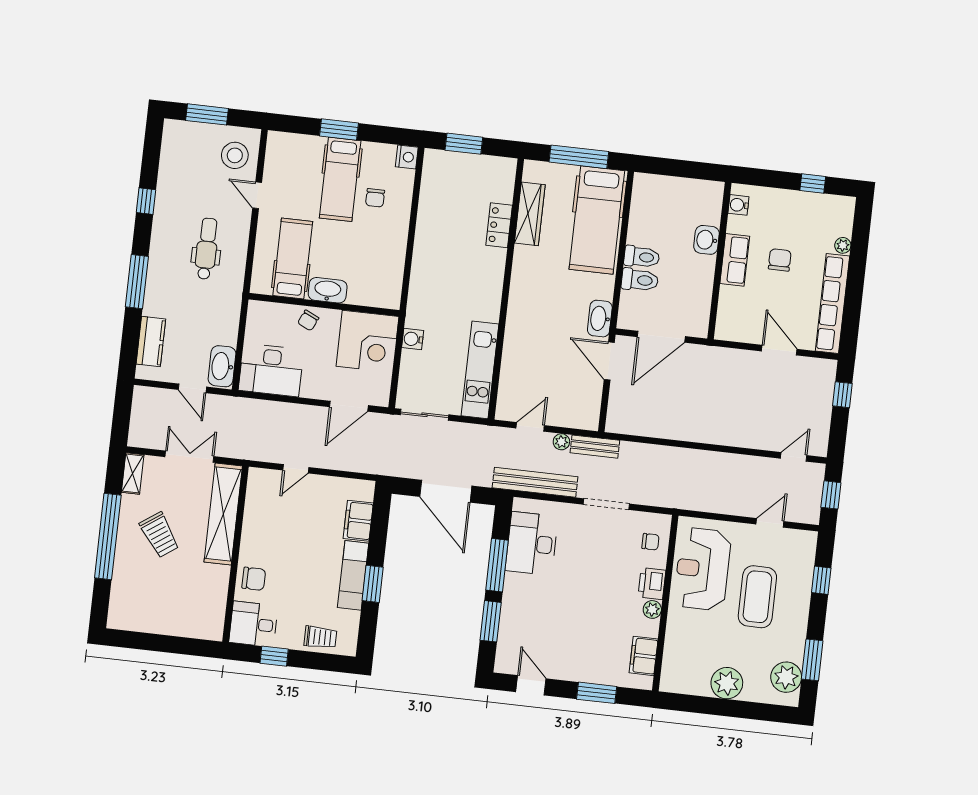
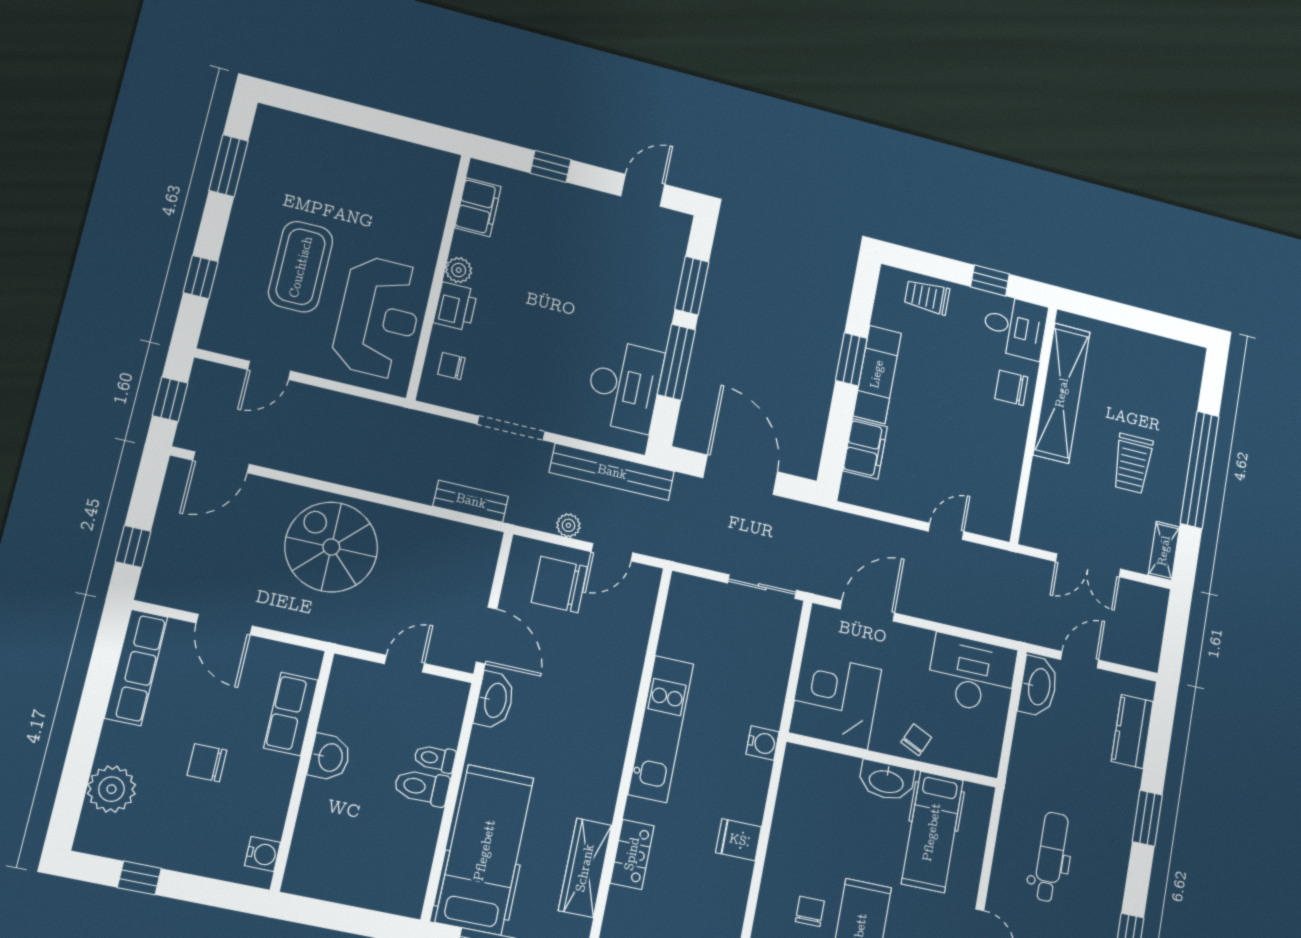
washbasin: (707, 240) -> (330, 757), moved
fridge: (428, 241) -> (738, 840), added
plant: (843, 245) -> (111, 789), width x1.87, depth x1.87
dental chair: (207, 249) -> (1051, 857), turned 180
row of seats: (735, 260) -> (291, 714), moved
chair: (780, 260) -> (207, 763), turned 90
toilet: (640, 280) -> (435, 758), width x0.73, depth x0.72
window: (137, 282) -> (1147, 818), width x0.69
row of seats: (832, 303) -> (136, 667), width x0.73
door: (661, 337) -> (404, 664), width x0.53
water cooler: (413, 339) -> (762, 743), moved
kitchen unit: (480, 370) -> (661, 729), moved
door: (192, 388) -> (1080, 660), hinge flipped
chair: (564, 401) -> (559, 585), added
spiral stairs: (717, 409) -> (331, 547), added
bench: (595, 447) -> (471, 501), moved
door: (794, 457) -> (221, 462), width x1.38
shelving: (223, 514) -> (1062, 393), moved
trolley: (159, 535) -> (1132, 463), turned -145
plant: (786, 677) -> (271, 147), removed
plant: (727, 683) -> (360, 152), removed
door: (531, 685) -> (643, 190), swing flipped
window: (597, 693) -> (551, 166), width x0.67

